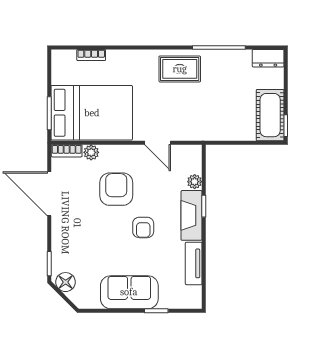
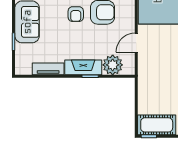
plant: (195, 182) -> (113, 65), width x1.88, depth x1.88
armchair: (143, 227) -> (76, 14), moved, turned -90

